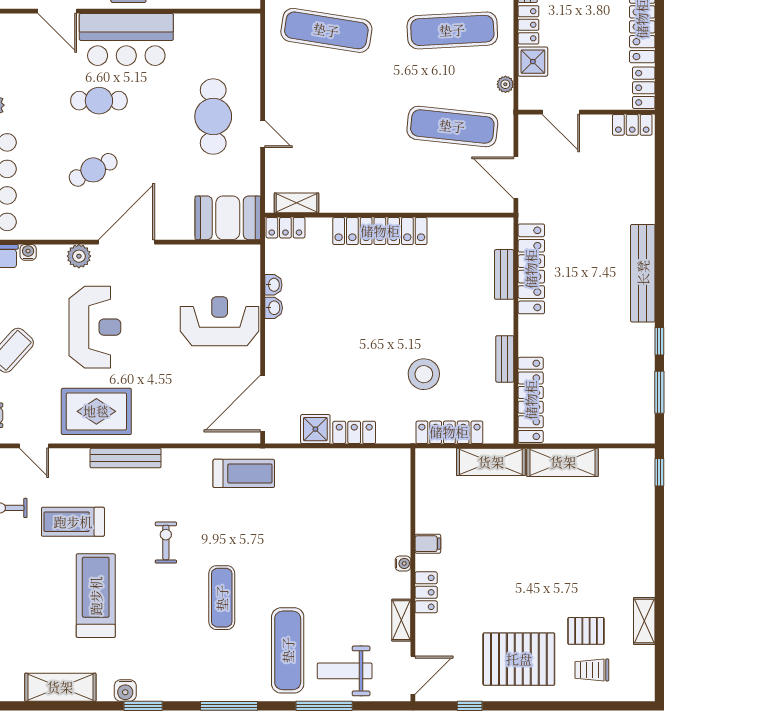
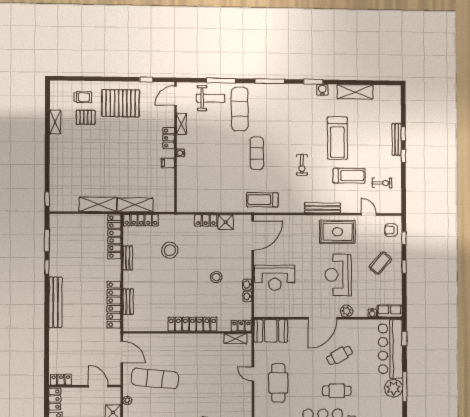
stool: (334, 322) -> (216, 277), added
locker: (449, 432) -> (141, 220), moved
exercise mat: (222, 598) -> (257, 153), moved

